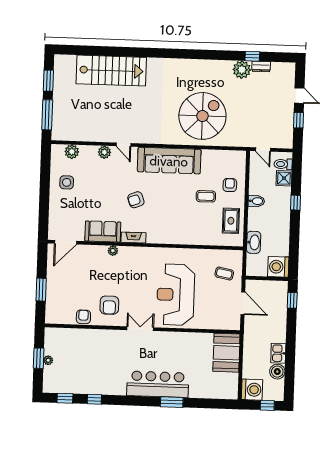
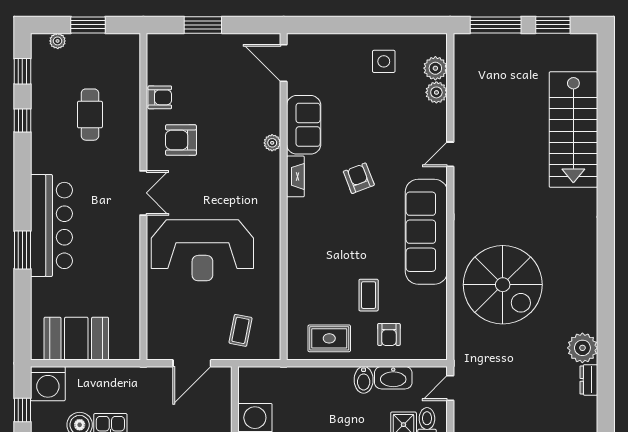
window: (252, 56) -> (606, 365), removed
plant: (104, 152) -> (436, 92), moved
armchair: (230, 185) -> (389, 334), turned 90
washbasin: (254, 242) -> (393, 378), moved
reception desk: (176, 295) -> (202, 250), turned 180
booth: (226, 353) -> (76, 339), moved
cafe table: (92, 359) -> (90, 115), added
plant: (48, 360) -> (58, 41), moved

